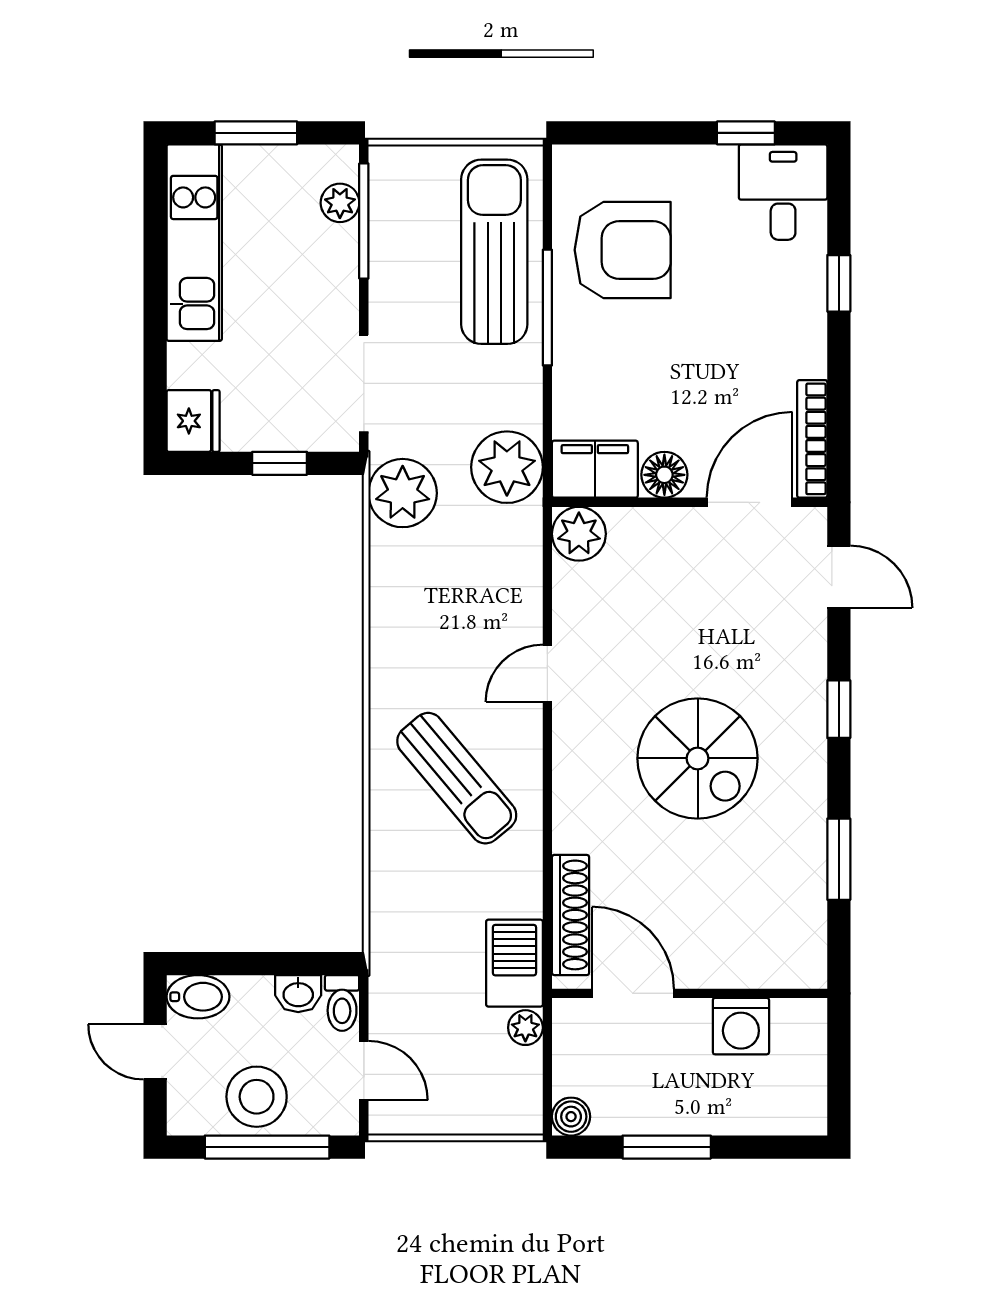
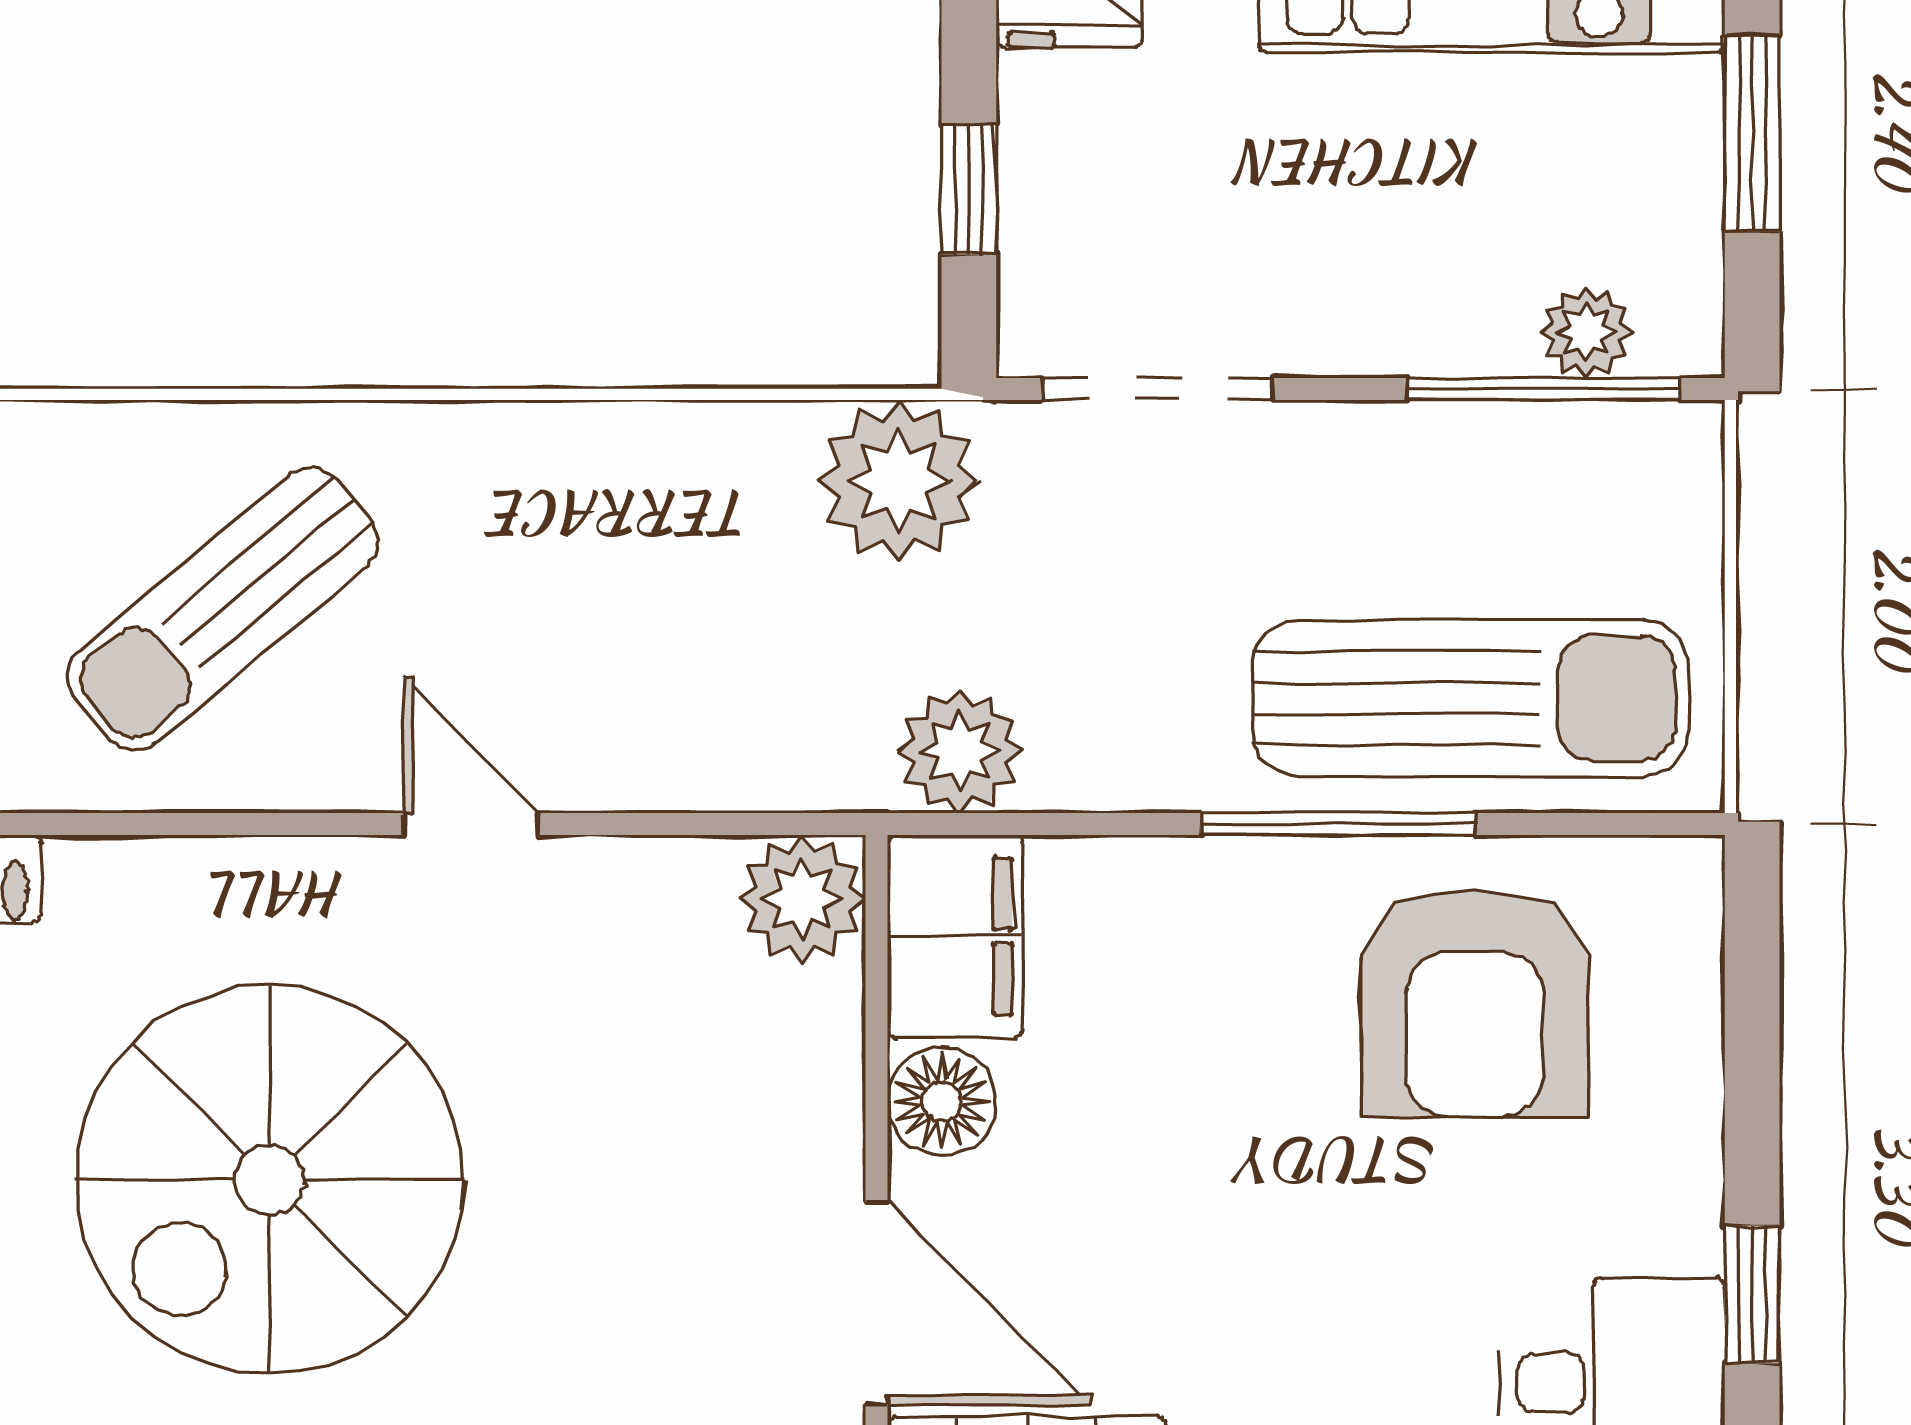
plant: (507, 467) -> (960, 751), width x0.73, depth x0.73
spiral stairs: (698, 758) -> (269, 1180), width x1.37, depth x1.37

